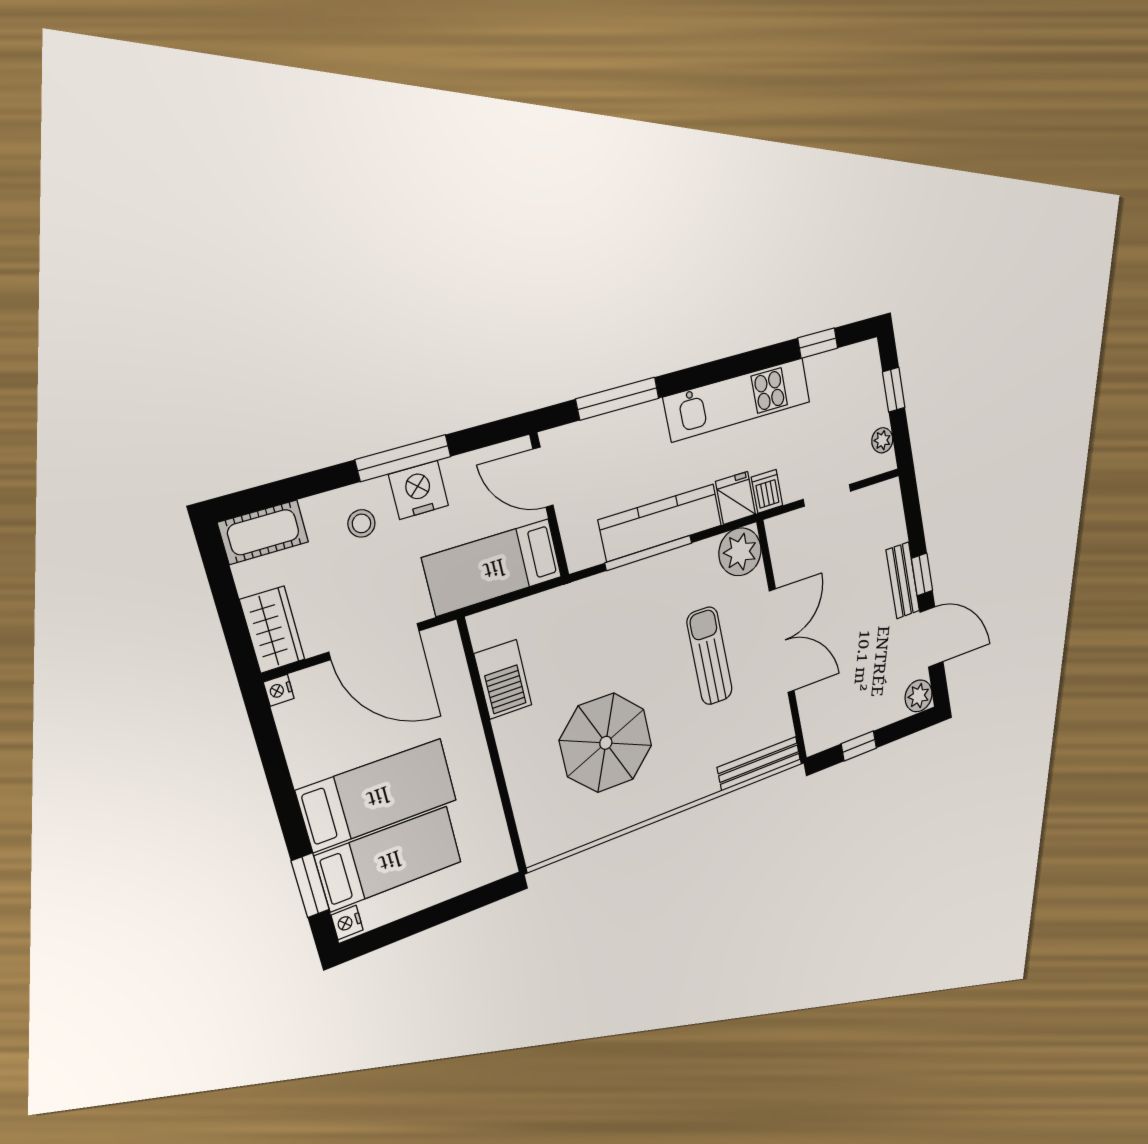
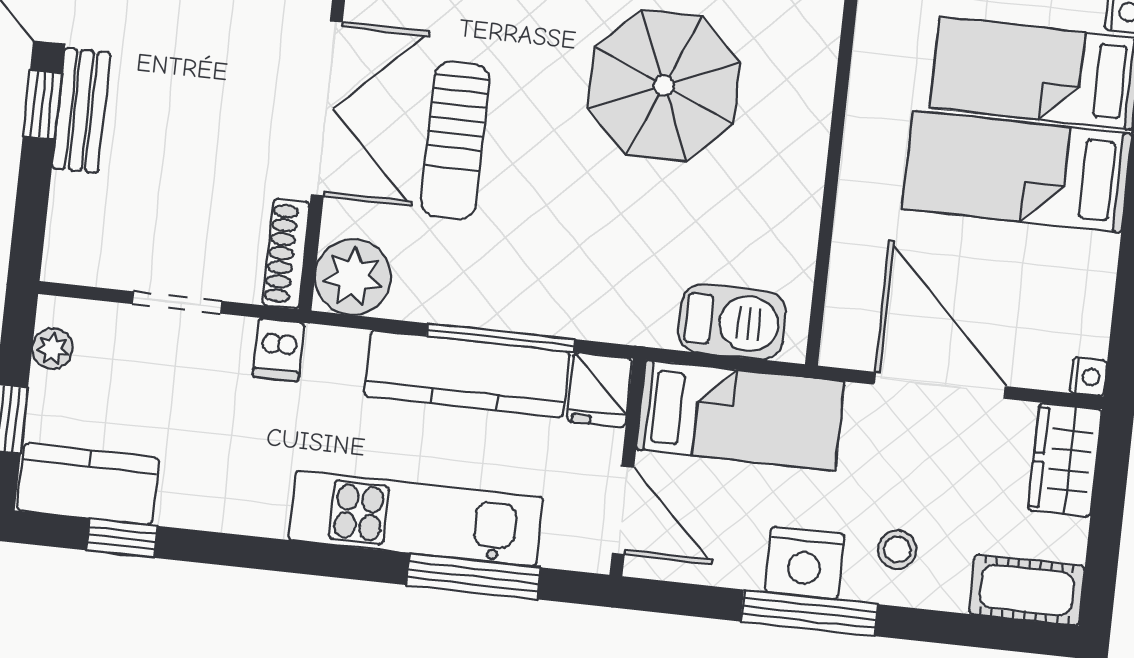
kitchen counter: (844, 368) -> (88, 484), added
kitchen unit: (738, 400) -> (416, 519), moved
fridge: (736, 498) -> (600, 390), moved
shoe rack: (779, 549) -> (286, 254), added
double door: (782, 641) -> (327, 108), swing flipped
barbecue: (503, 680) -> (732, 322), moved, turned 90

